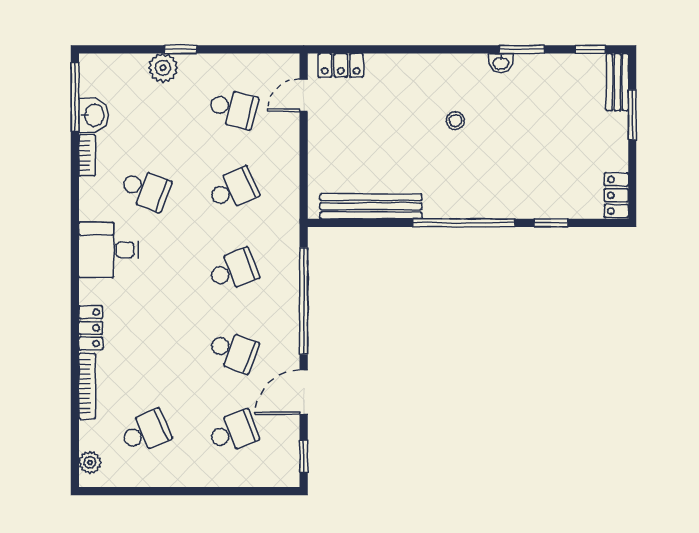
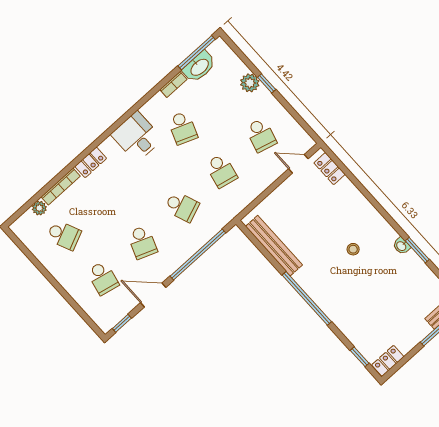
washbasin: (94, 115) -> (199, 67), width x1.38
school desk: (233, 189) -> (221, 171), turned 36
window: (551, 223) -> (360, 357), moved
school desk: (233, 432) -> (103, 278), turned 33
plant: (90, 462) -> (39, 208), moved

